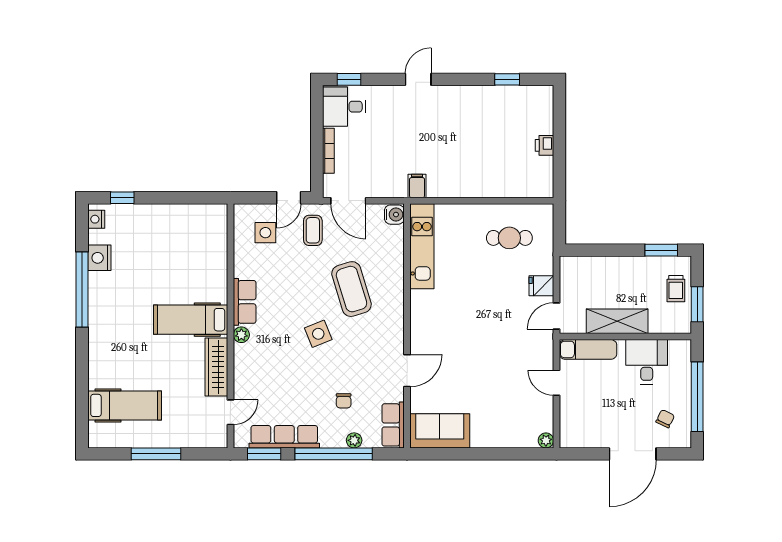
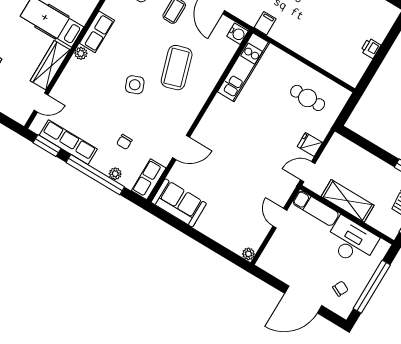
desk: (647, 362) -> (351, 241), width x1.37

